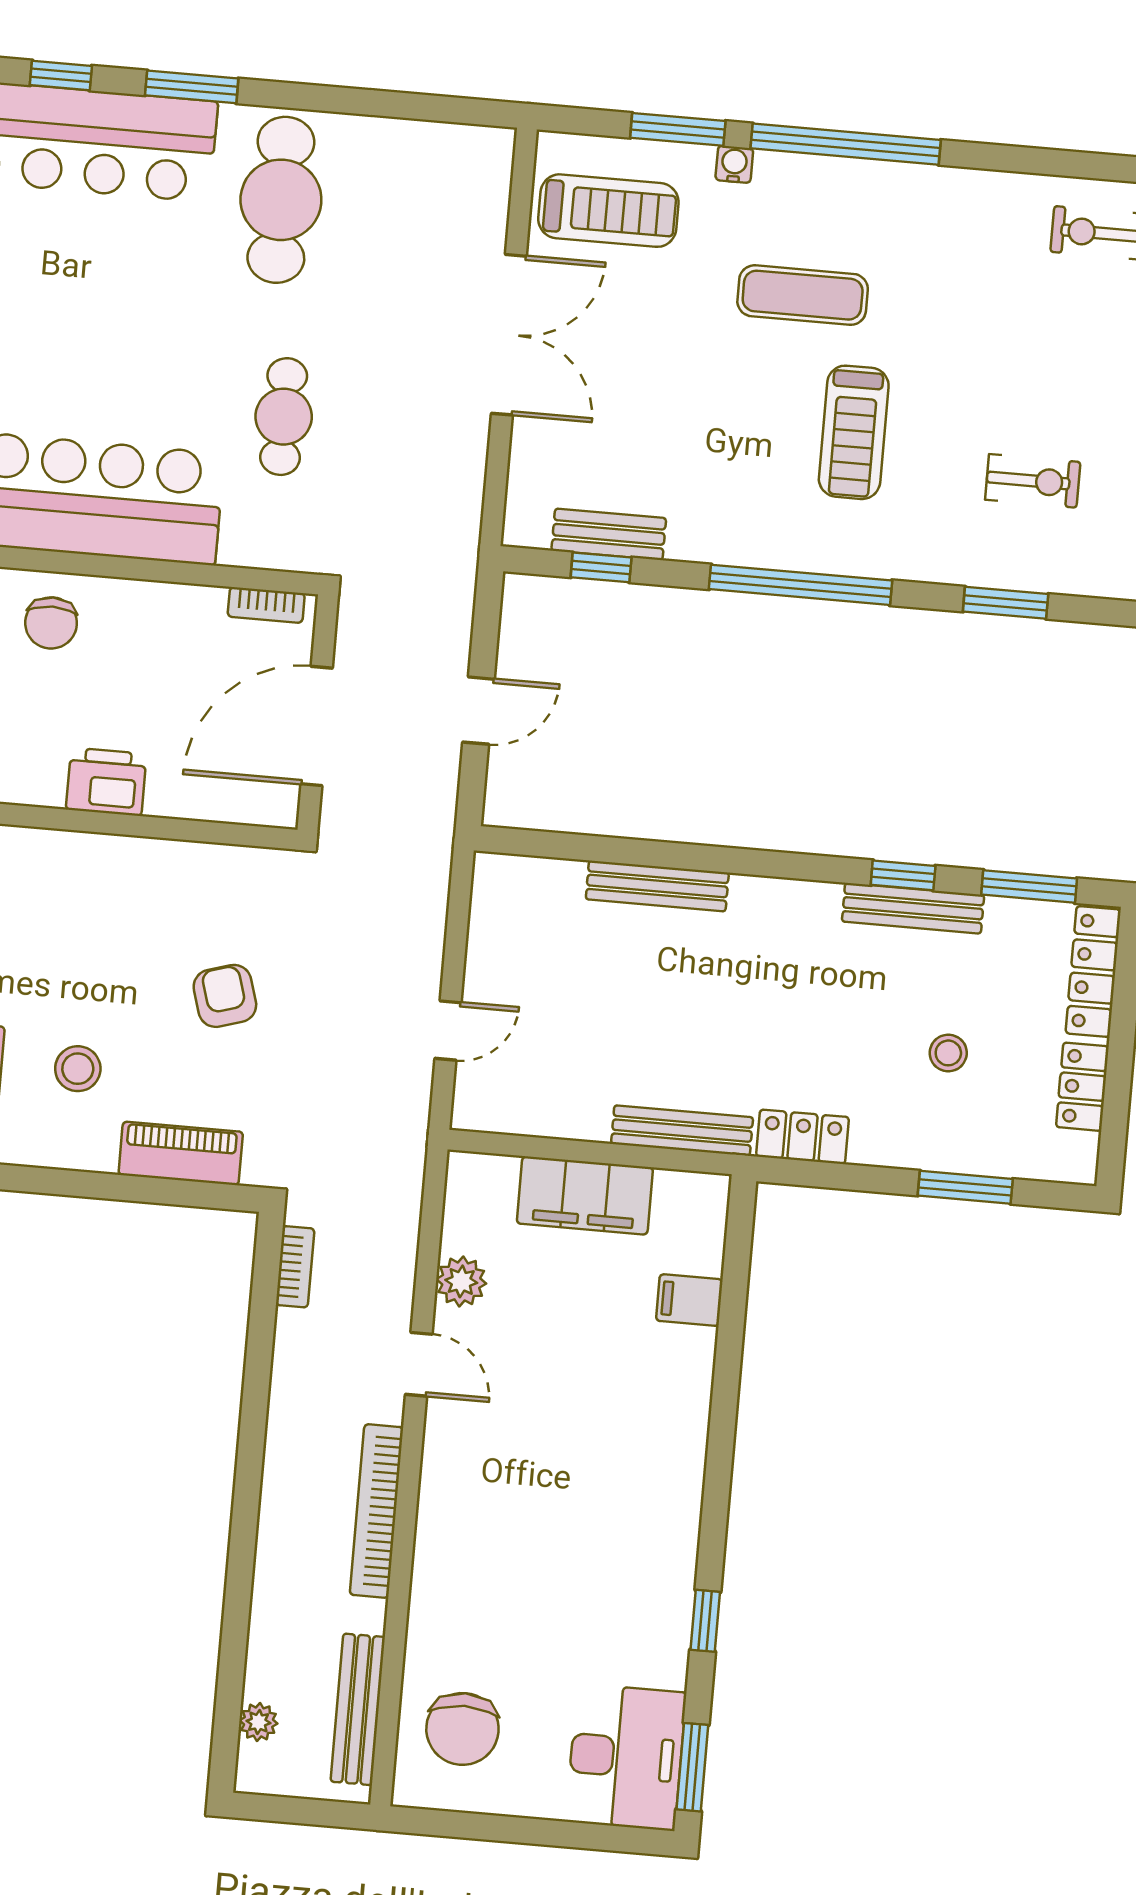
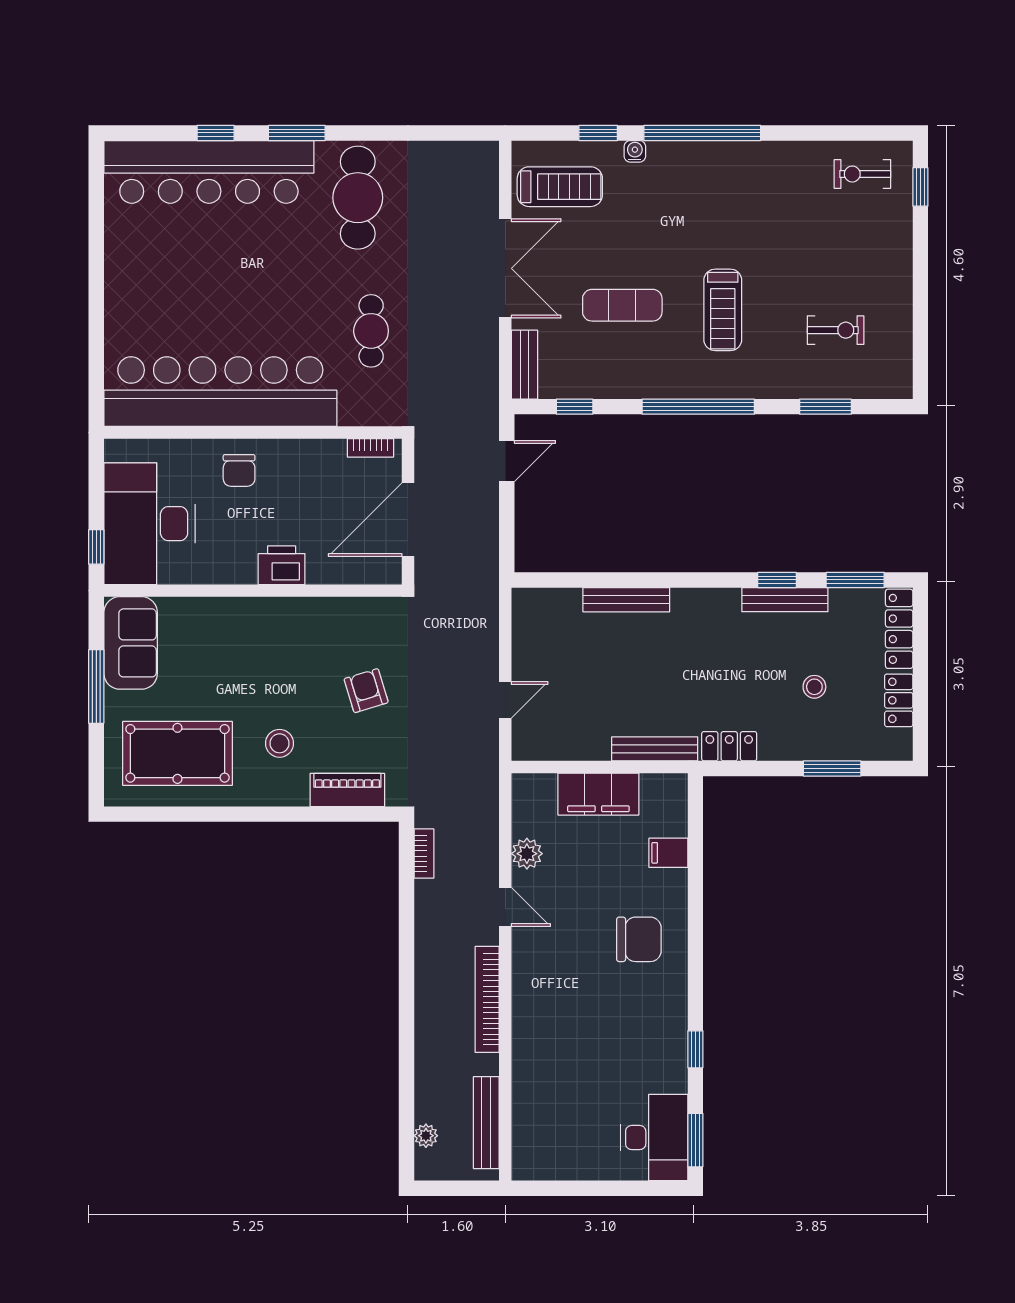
window: (678, 129) -> (598, 133), width x0.67
exercise mat: (803, 295) -> (622, 305), moved
bench: (609, 534) -> (525, 365), moved, turned 90
door: (478, 711) -> (507, 461), moved
chair: (462, 1729) -> (639, 939), moved, turned -90

